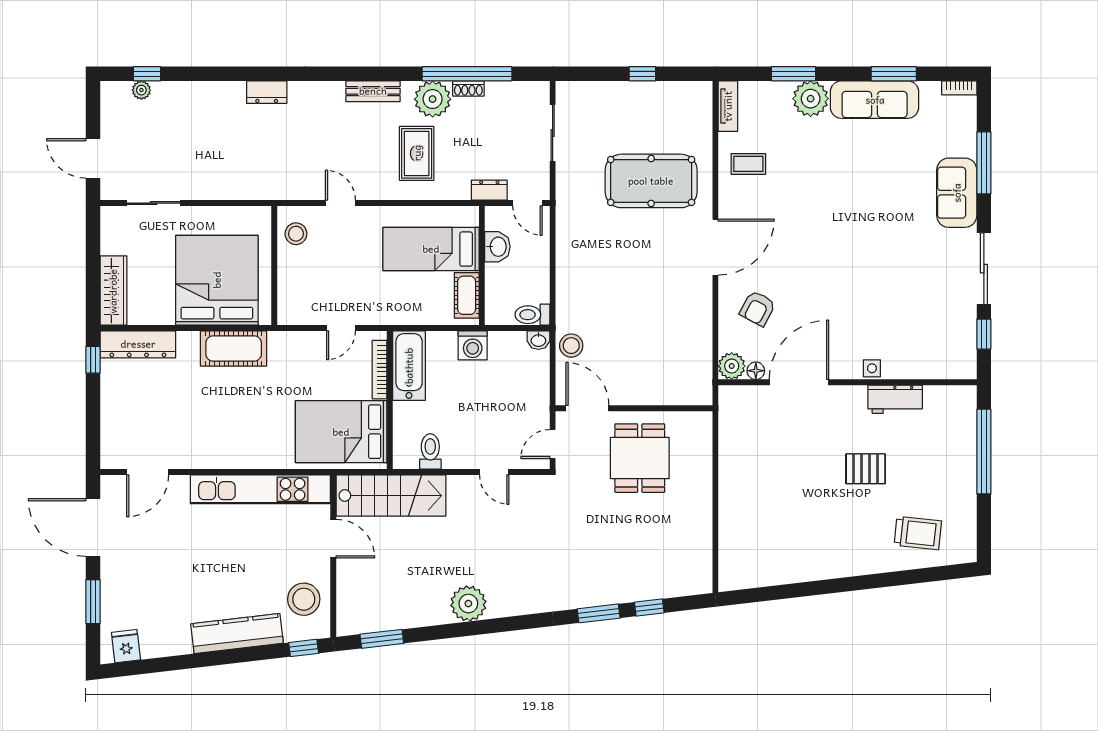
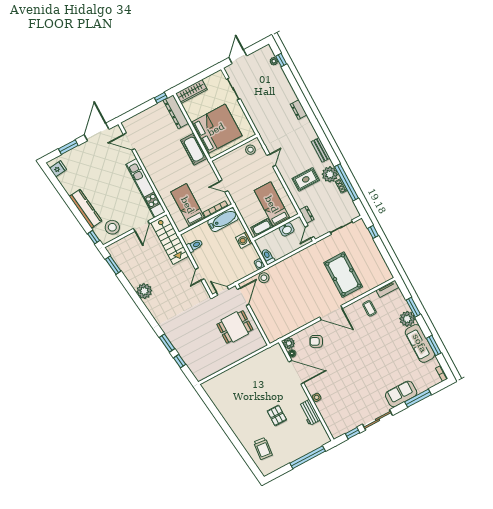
window: (642, 74) -> (373, 232), moved
bed: (341, 432) -> (188, 205), width x0.67

